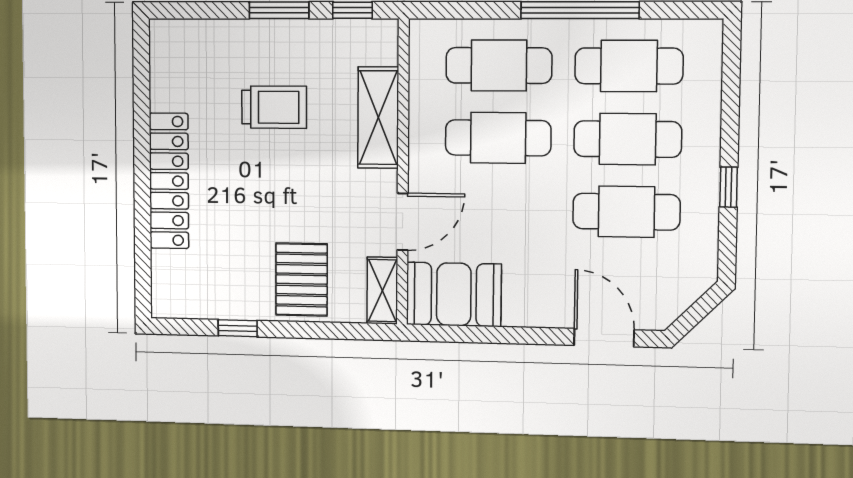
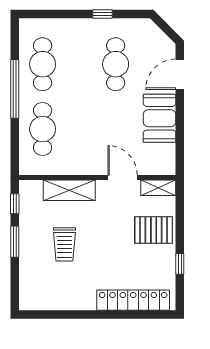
trolley: (274, 107) -> (64, 244), turned 180
cafe table: (498, 138) -> (79, 129), removed
cafe table: (628, 139) -> (79, 64), removed
locker: (169, 181) -> (133, 300), moved
booth: (454, 294) -> (160, 118), moved

